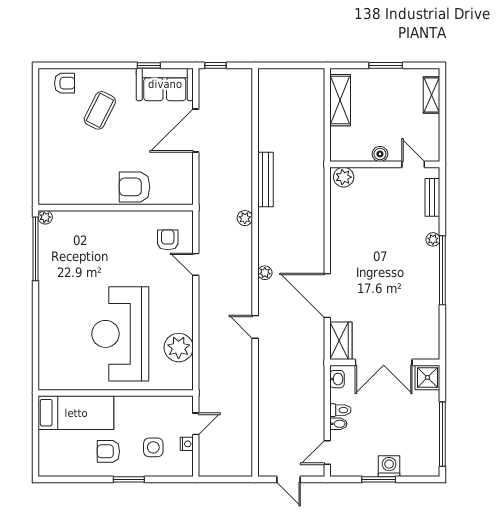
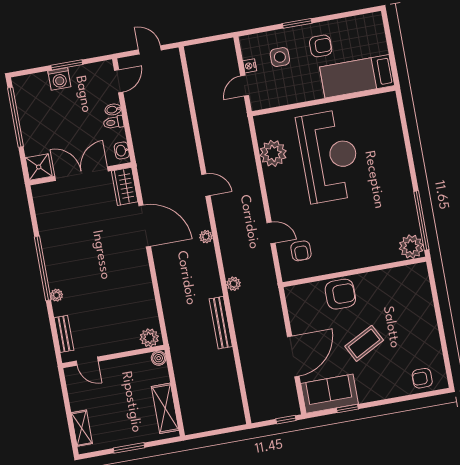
coffee table: (100, 110) -> (364, 343), moved, turned 35
boiler: (380, 154) -> (159, 358), moved
plant: (45, 217) -> (411, 247), width x1.88, depth x1.88

